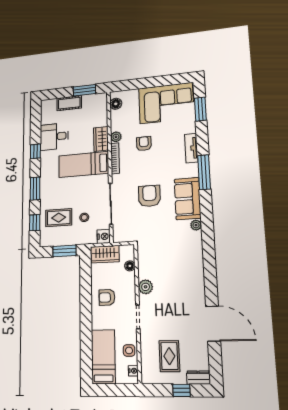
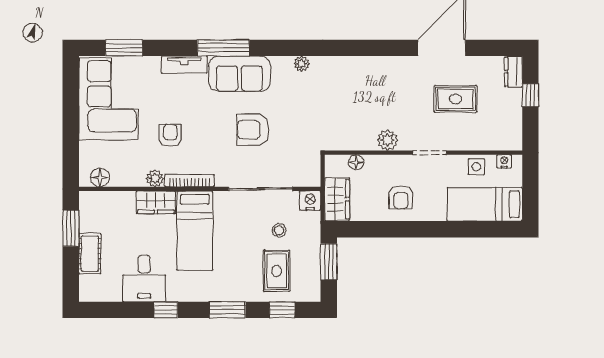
armchair: (144, 144) -> (170, 135), turned 90
sofa: (188, 199) -> (240, 74), moved
rug: (169, 356) -> (455, 99), moved

